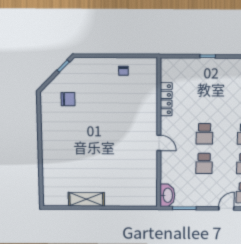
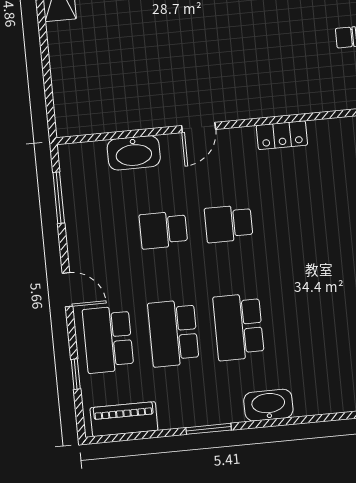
locker: (166, 99) -> (282, 135), width x0.66
washbasin: (167, 195) -> (134, 153), moved

